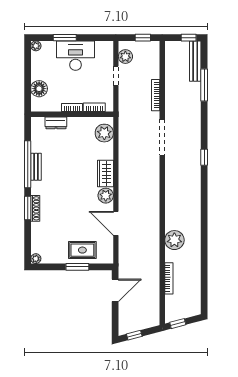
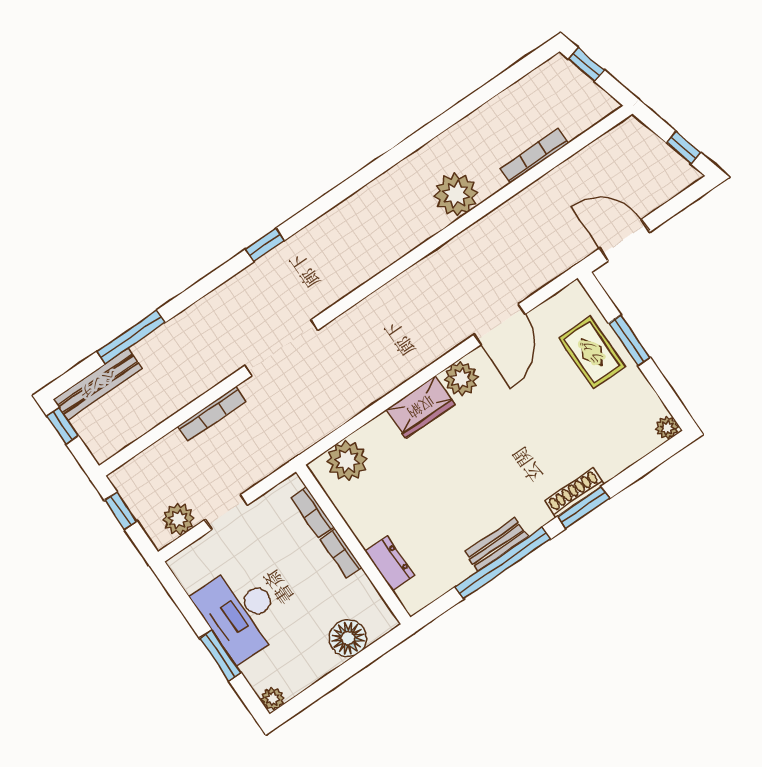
window: (178, 324) -> (586, 64), moved

